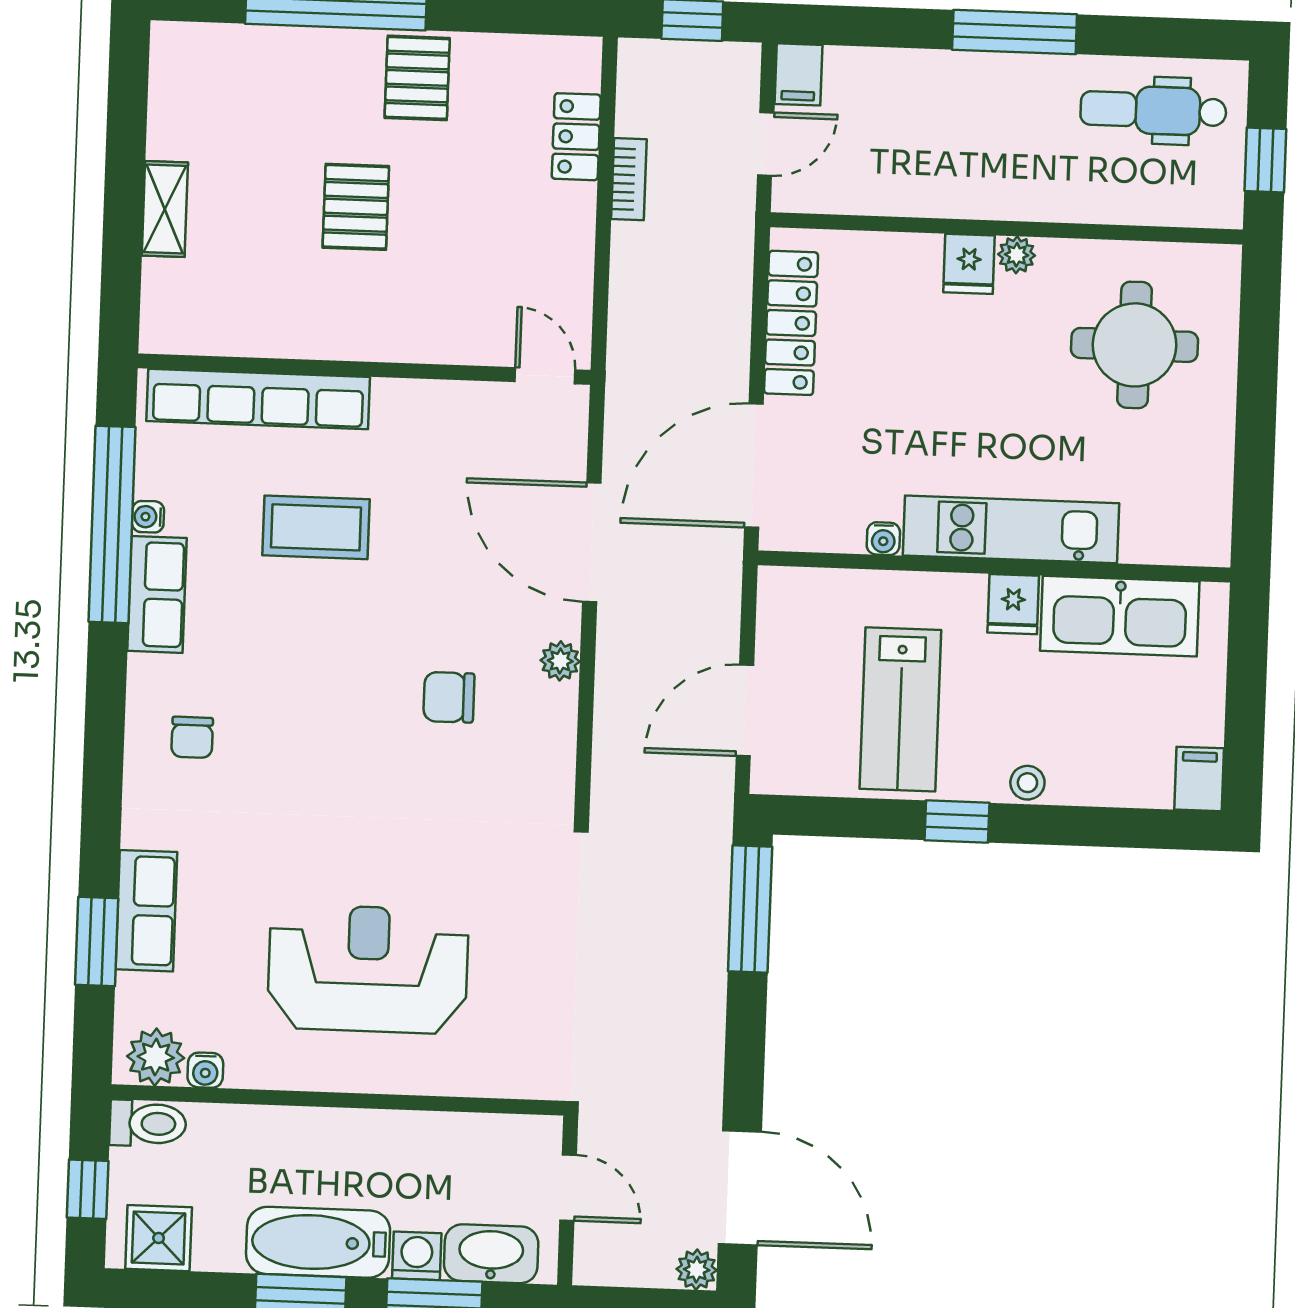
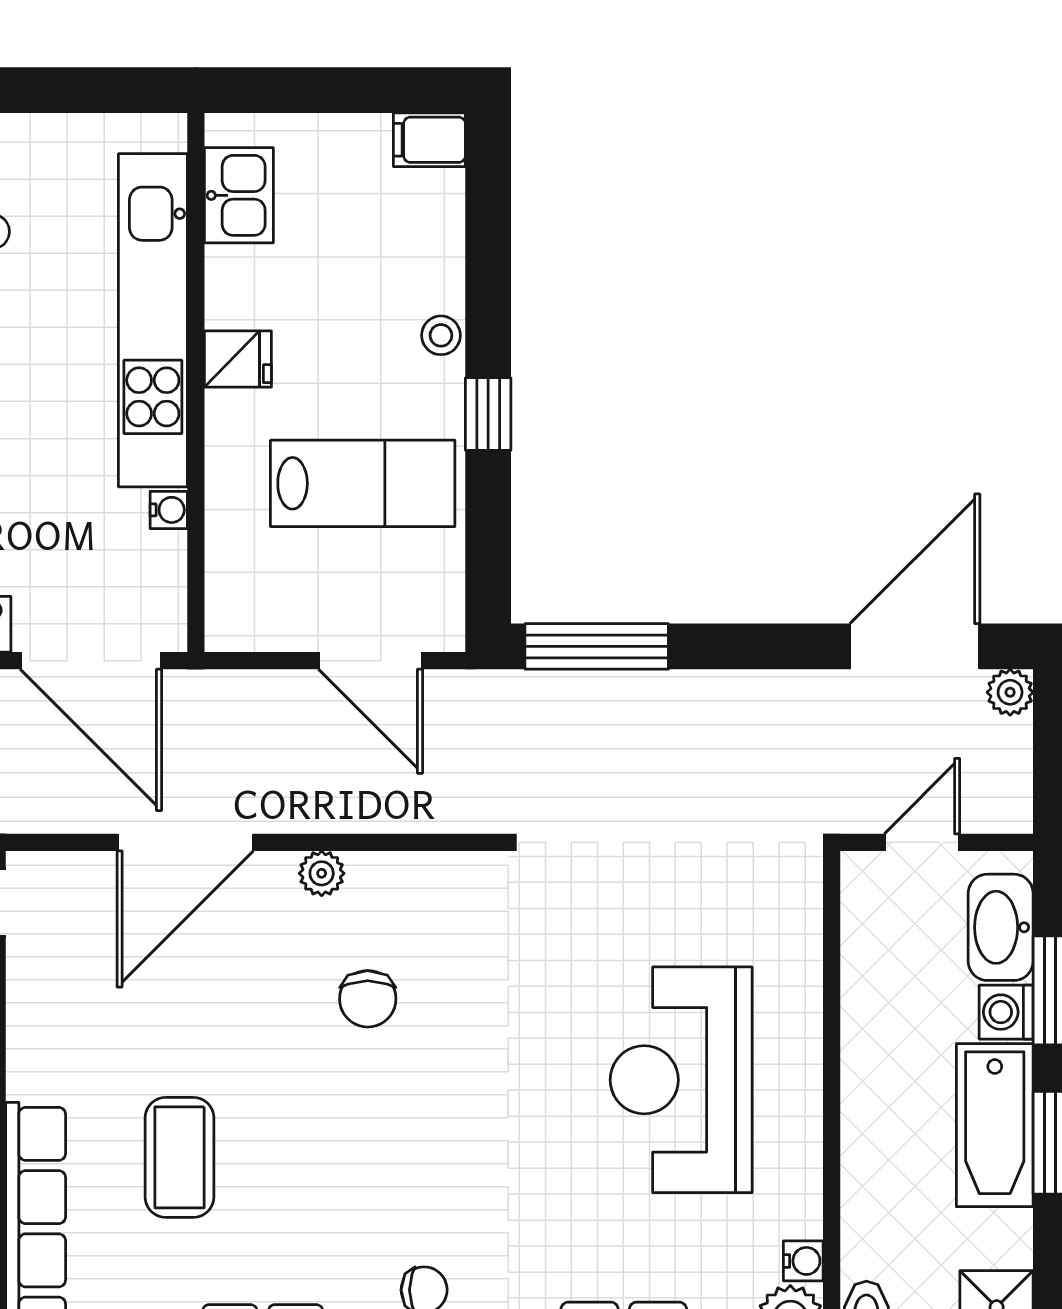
kitchen unit: (1011, 529) -> (153, 320), width x1.36
kitchen sink: (1120, 616) -> (239, 195), width x0.53, depth x0.81

